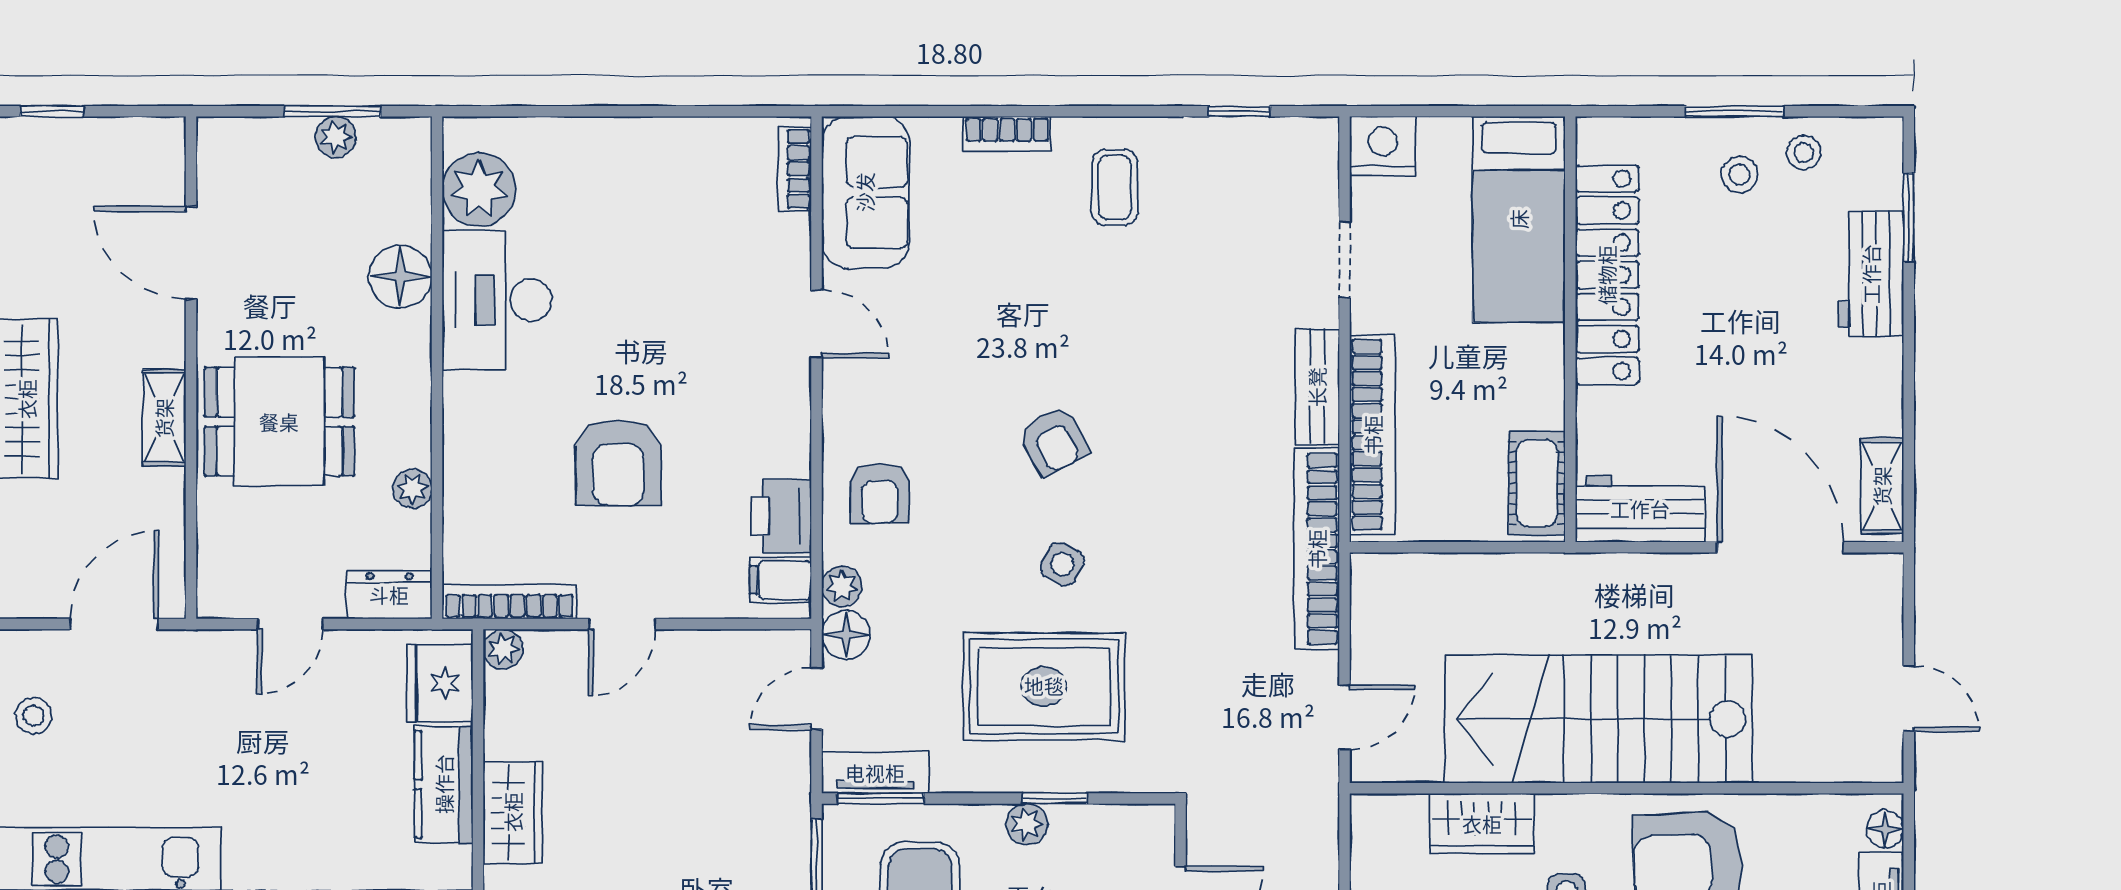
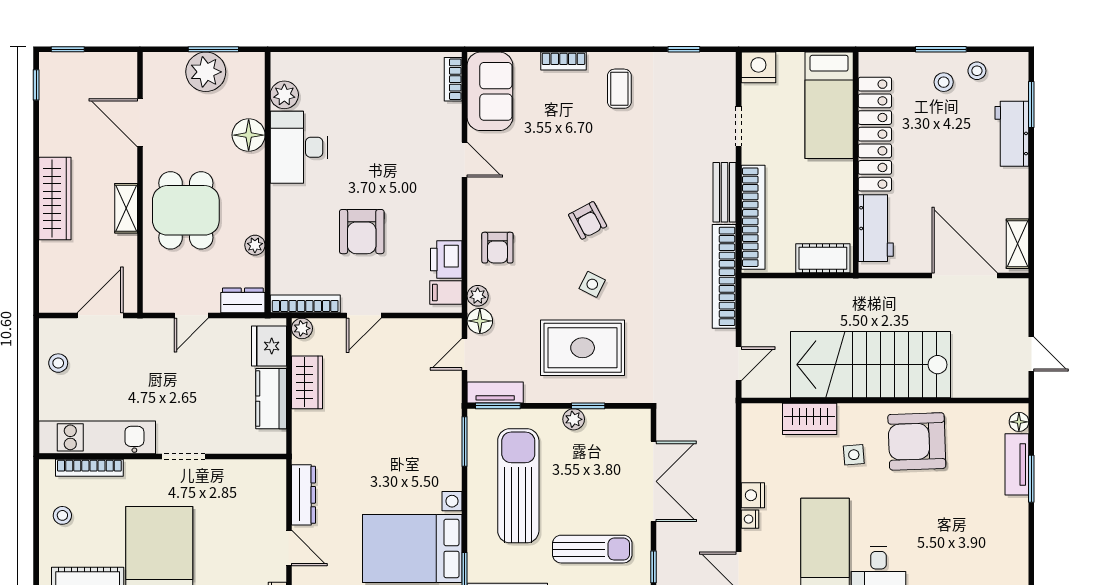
plant: (336, 137) -> (206, 72), width x1.87, depth x1.87
plant: (479, 189) -> (284, 95), width x0.73, depth x0.73
dining table: (279, 422) -> (186, 210), turned 90
cot: (1537, 483) -> (823, 258), moved, turned 90
workbench: (1640, 509) -> (876, 228), moved, turned 90
wardrobe: (513, 812) -> (307, 382), moved

